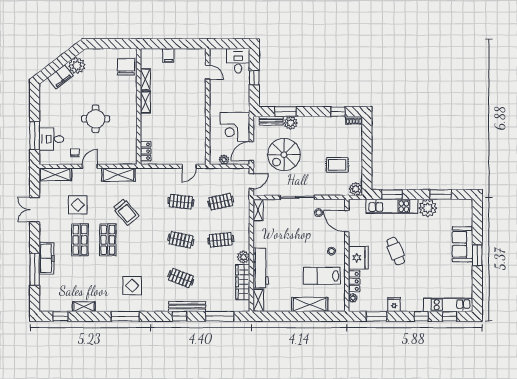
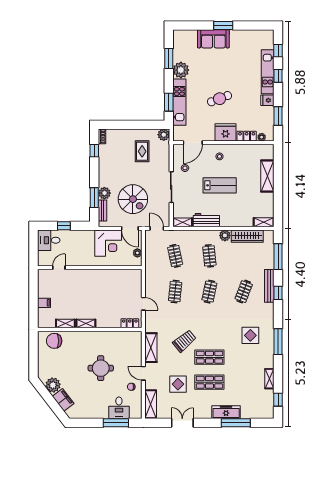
door: (189, 166) -> (143, 304), moved
double door: (35, 210) -> (182, 423), swing flipped
workbench: (261, 268) -> (206, 220), moved, width x0.73
lab bench: (322, 276) -> (220, 185), moved, turned -90
kitchen unit: (448, 305) -> (268, 72), moved

